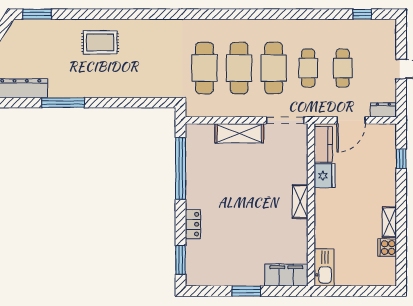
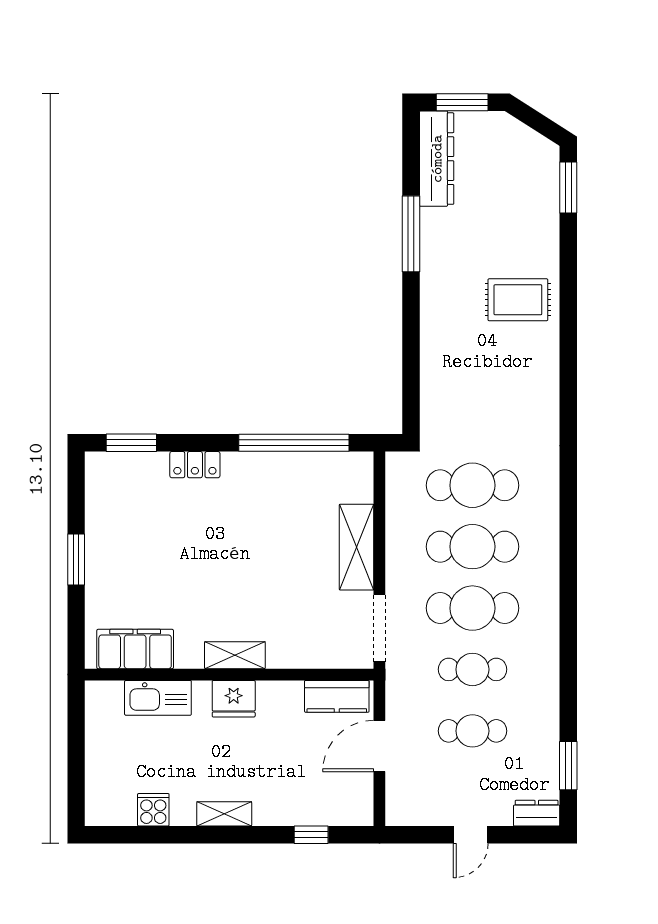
window: (362, 14) -> (568, 766), width x1.50
rug: (100, 42) -> (518, 300), turned 90
dresser: (383, 110) -> (537, 813), moved, turned -90
door: (351, 120) -> (379, 746), hinge flipped
fridge: (325, 176) -> (234, 699), moved
shelving: (389, 222) -> (224, 814), moved
kitchen sink: (324, 267) -> (158, 698), moved
filing cabinet: (286, 275) -> (135, 649), moved, turned -90

